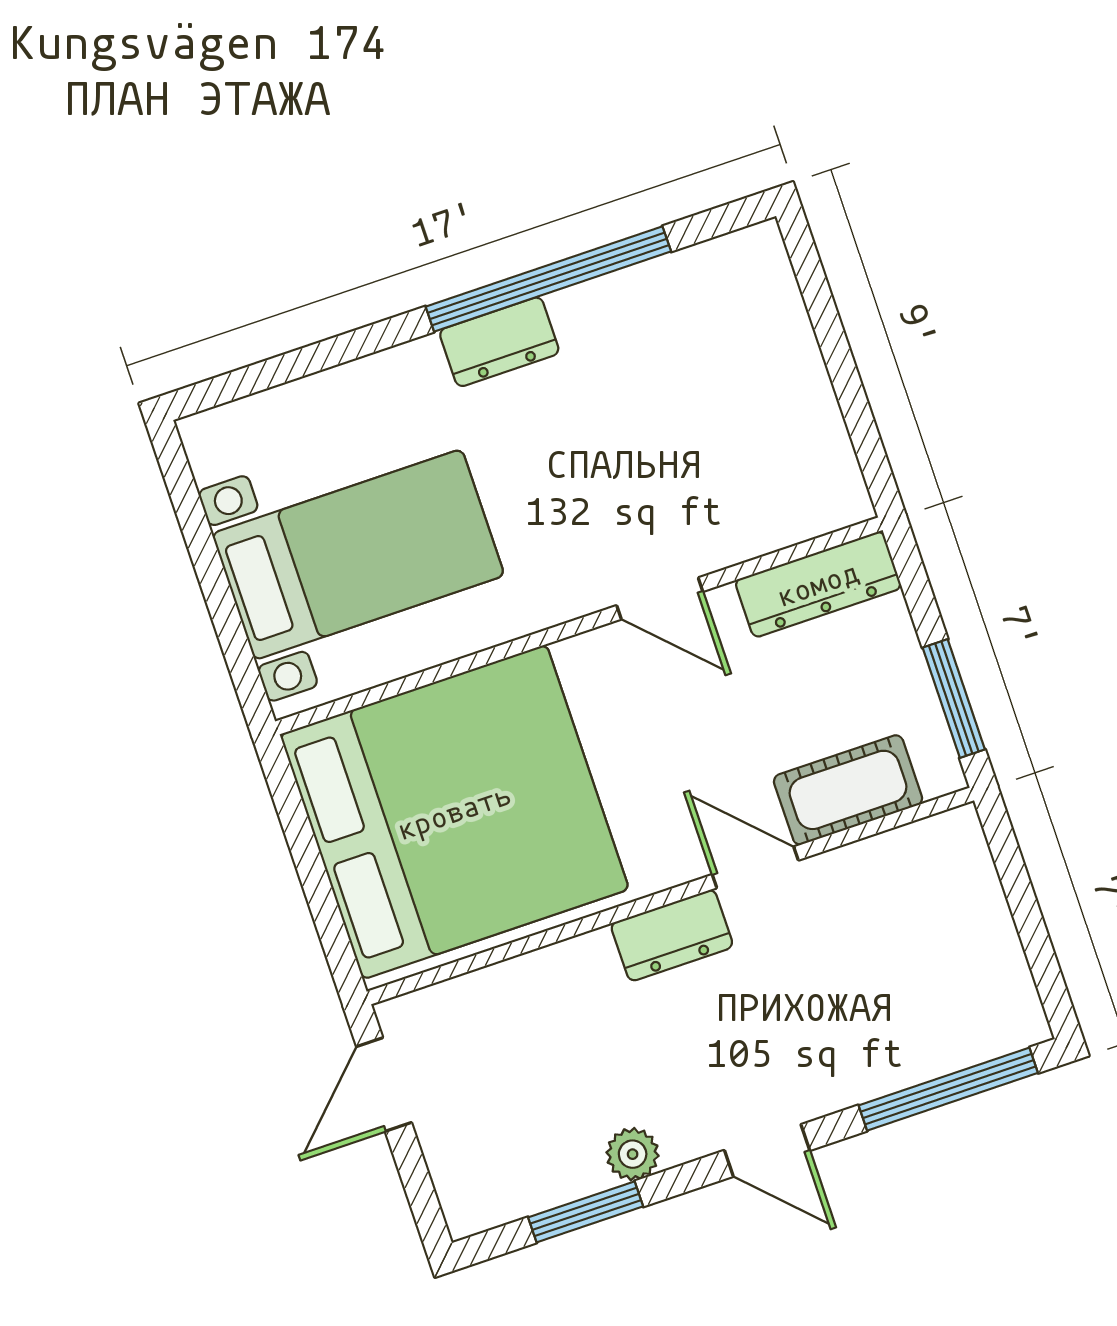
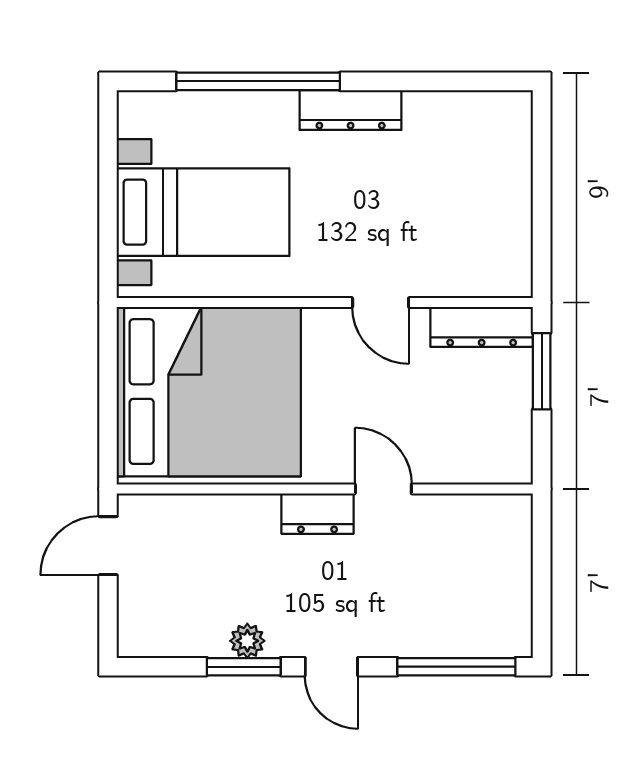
window: (548, 279) -> (258, 81), moved
dresser: (499, 342) -> (351, 110), width x1.44
window: (954, 699) -> (542, 371), moved
cot: (848, 790) -> (457, 460), removed
window: (586, 1212) -> (244, 667), moved

